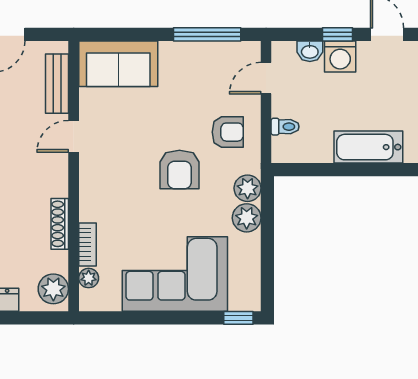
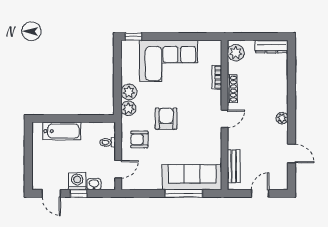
window: (207, 34) -> (184, 193), moved
sofa: (118, 64) -> (192, 177), width x1.36
door: (74, 136) -> (225, 119), moved
plant: (89, 278) -> (216, 59), removed

